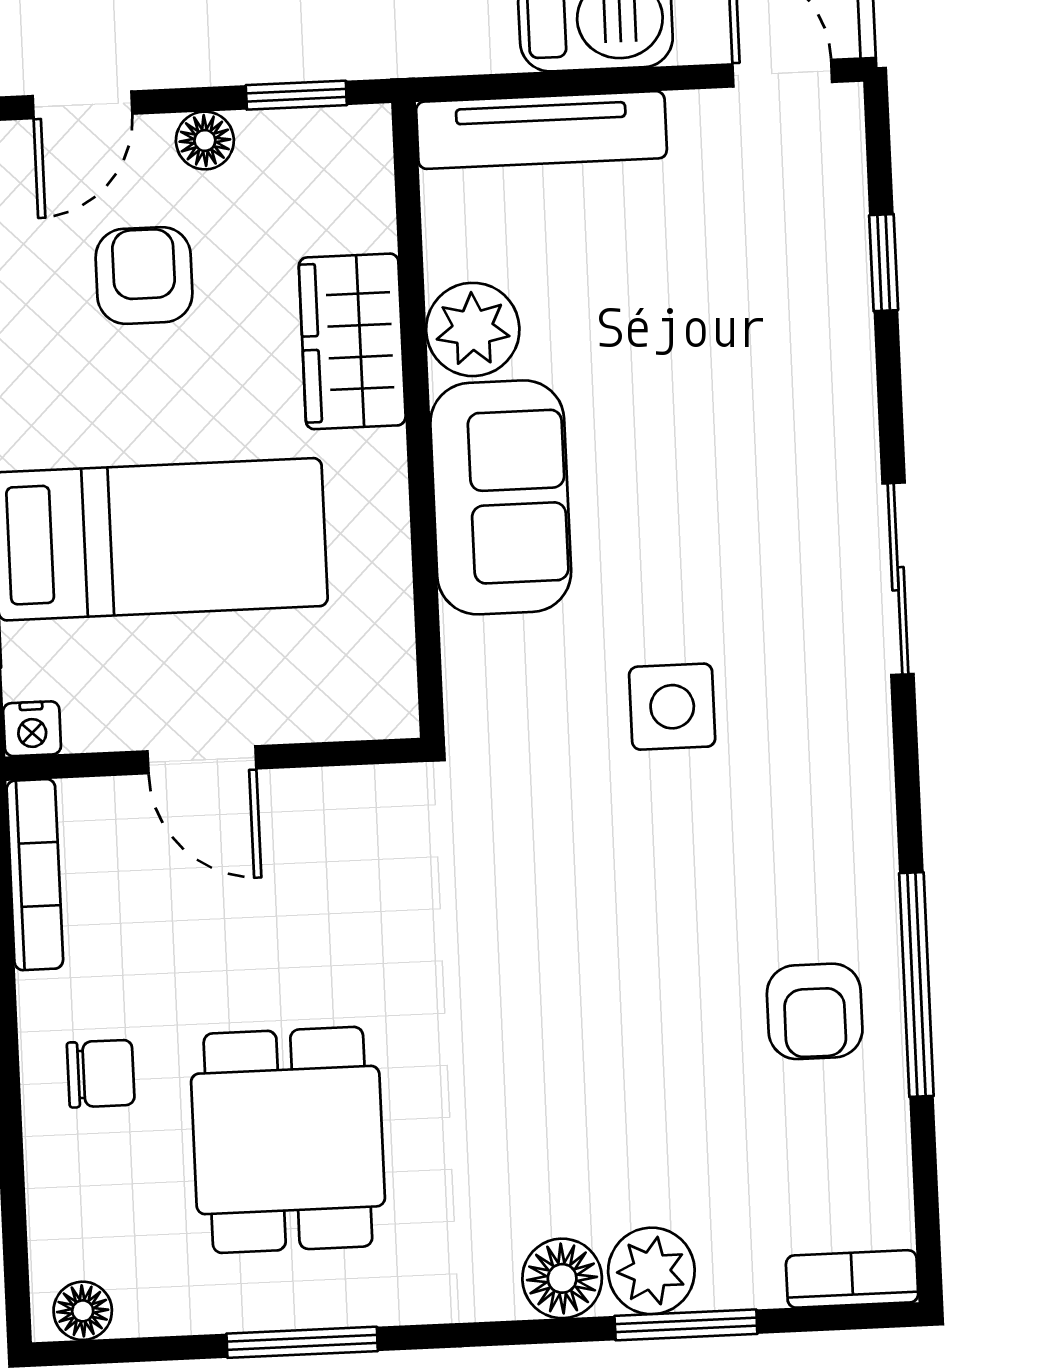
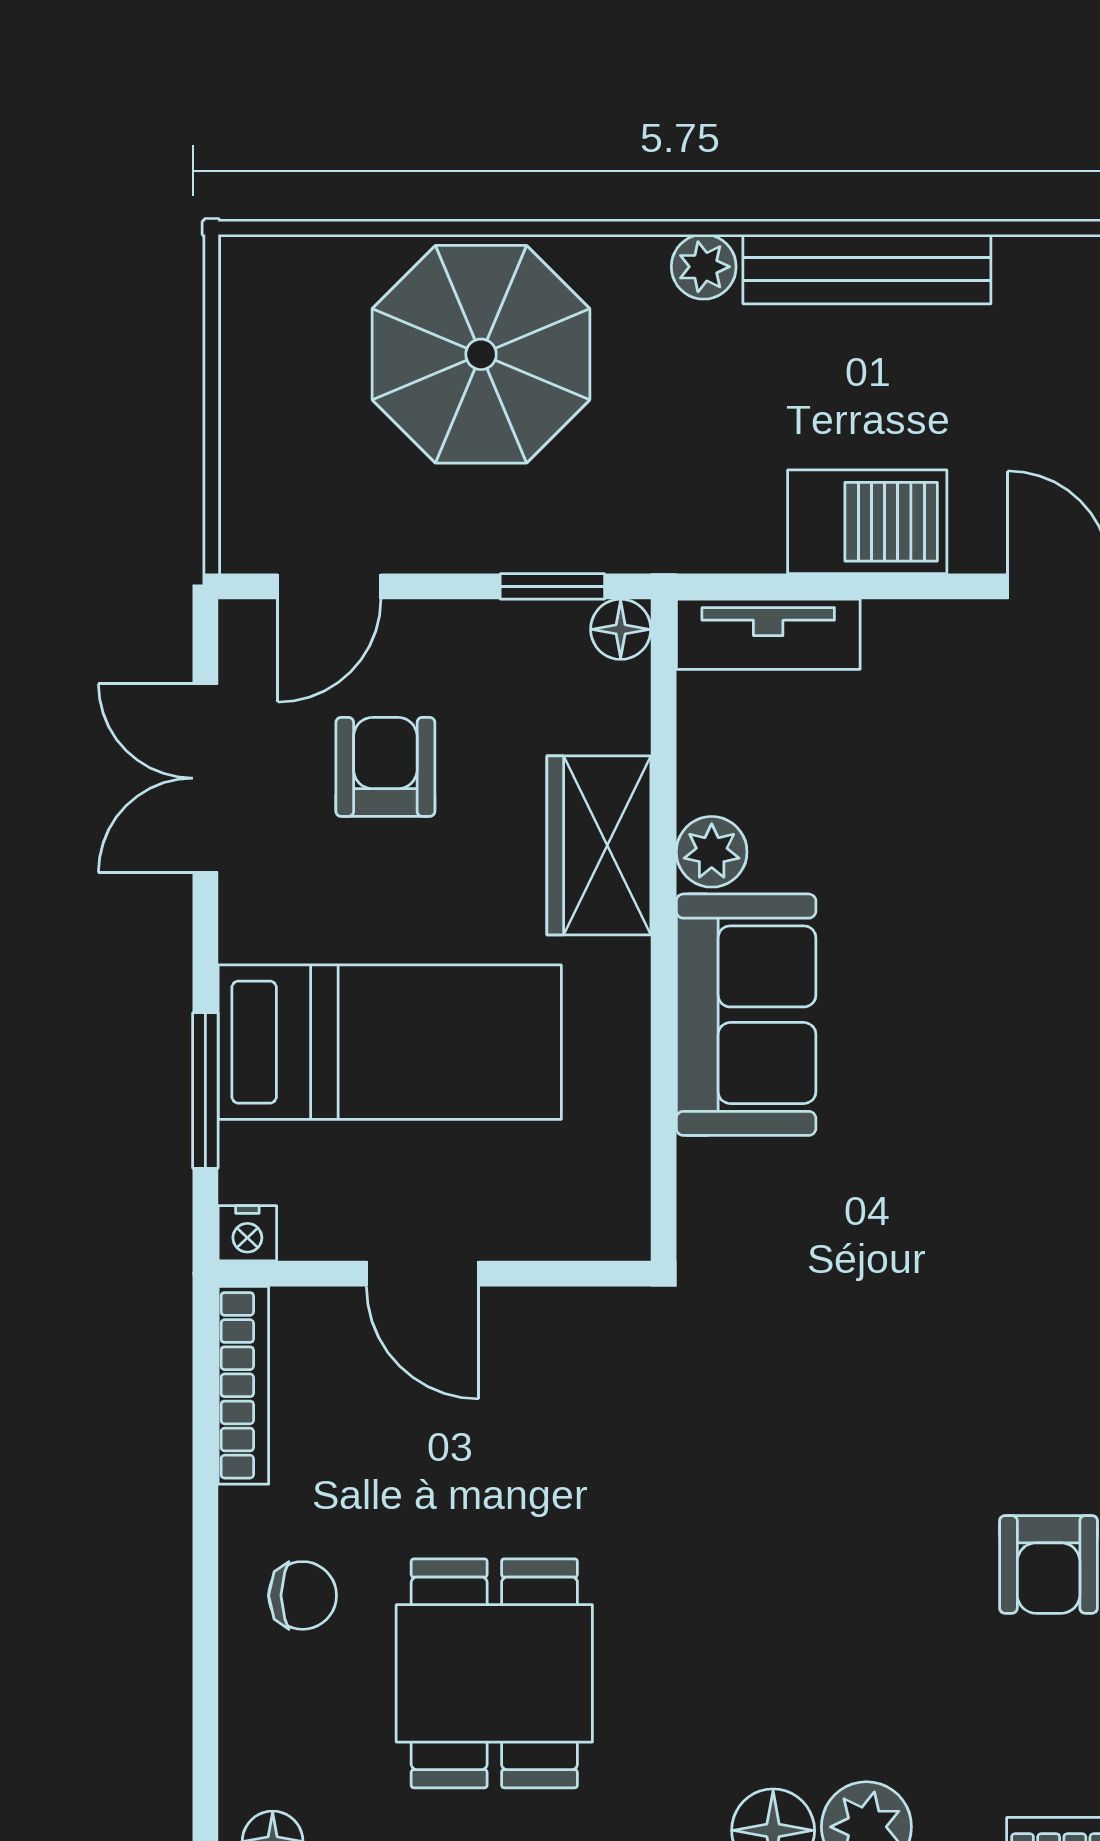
tv unit: (541, 130) -> (768, 634), width x0.71
floor lamp: (205, 140) -> (621, 629), moved
plant: (473, 329) -> (712, 852), width x0.73, depth x0.73
side table: (672, 707) -> (915, 1241), removed

